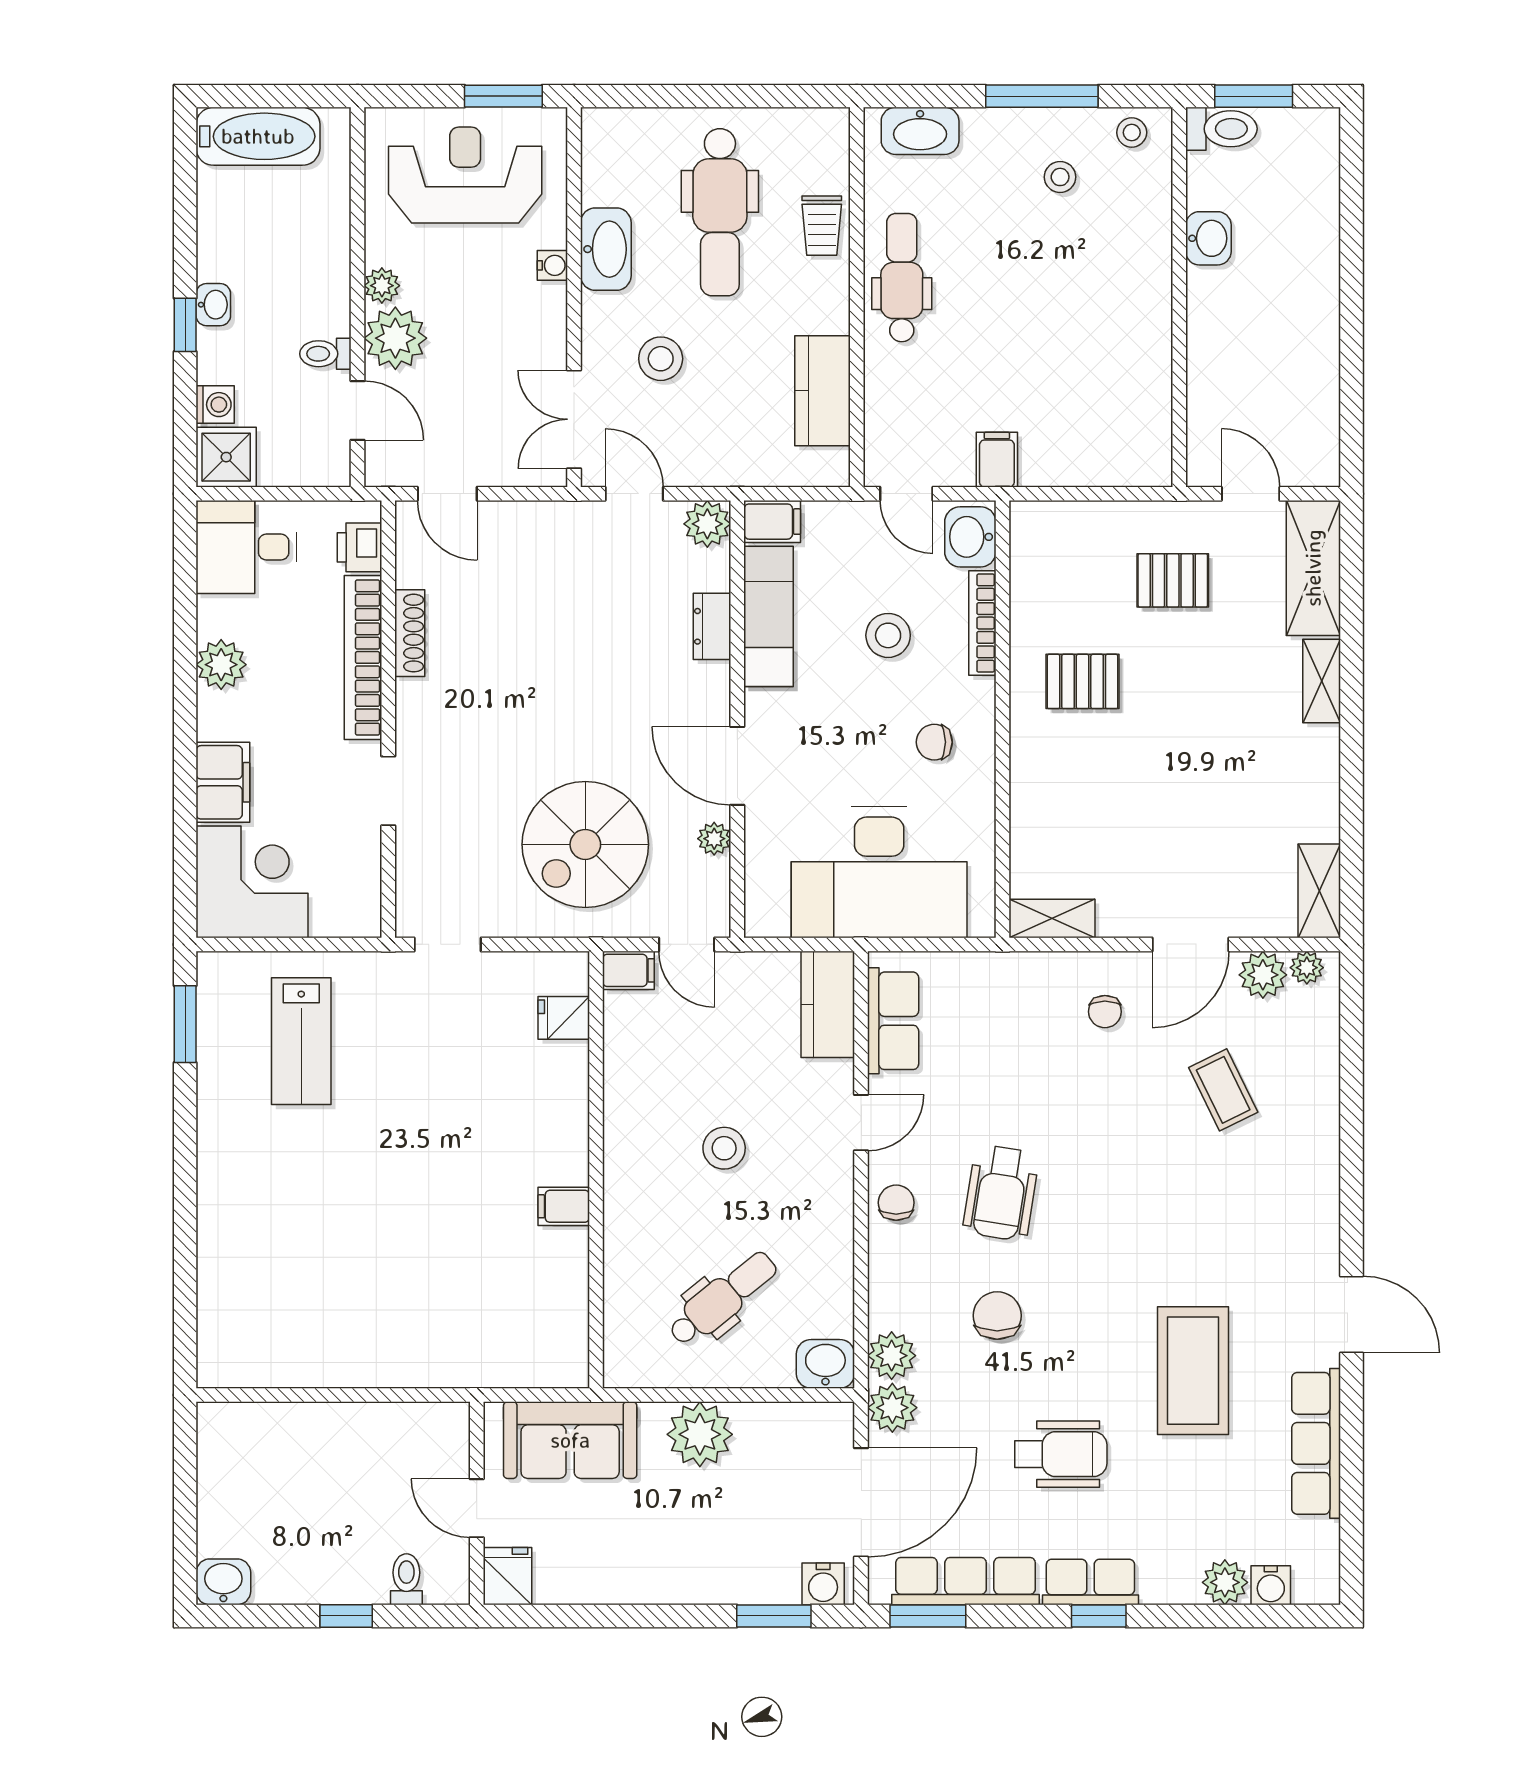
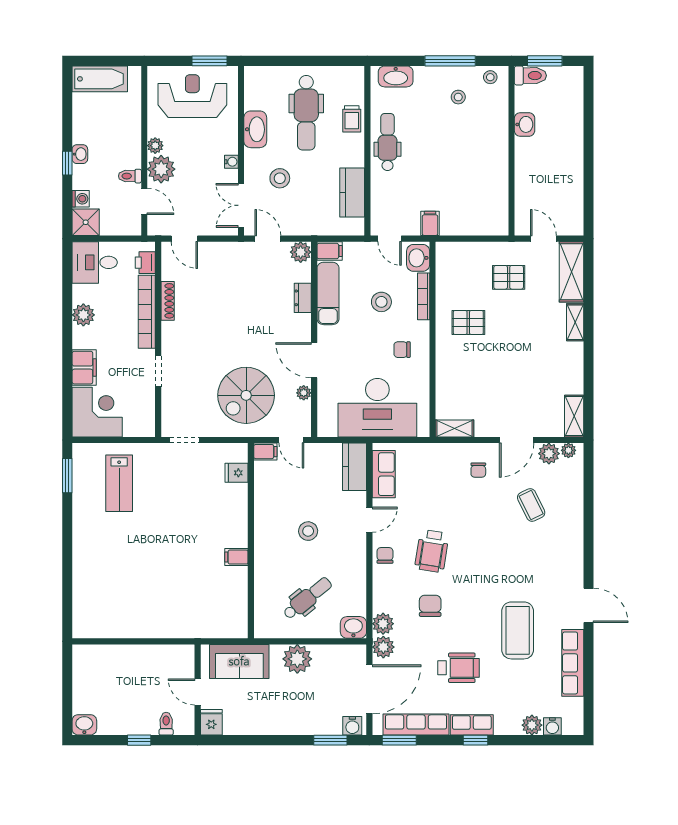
water cooler: (552, 265) -> (231, 162), moved

